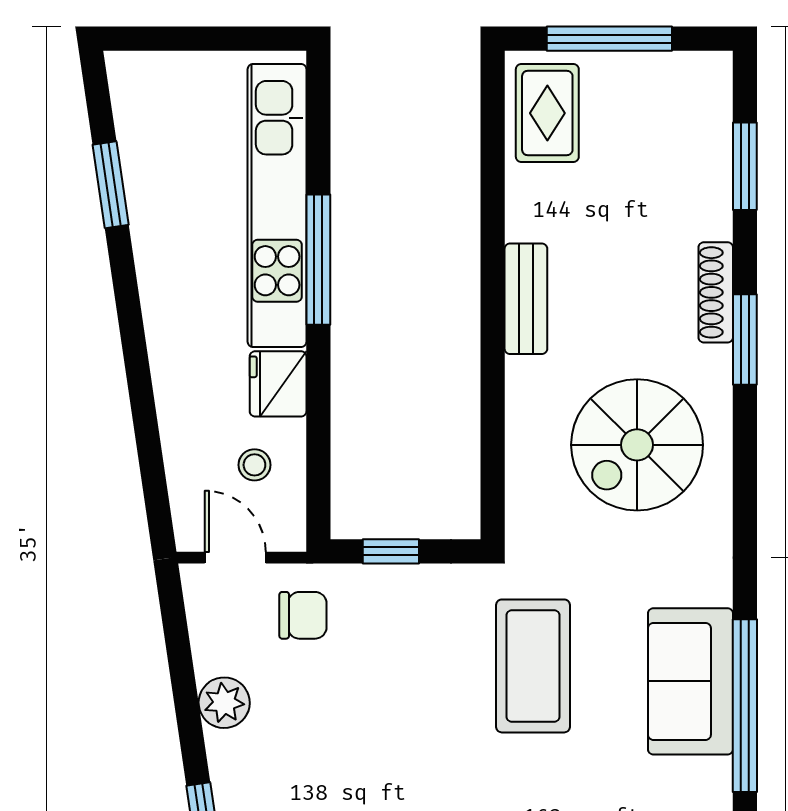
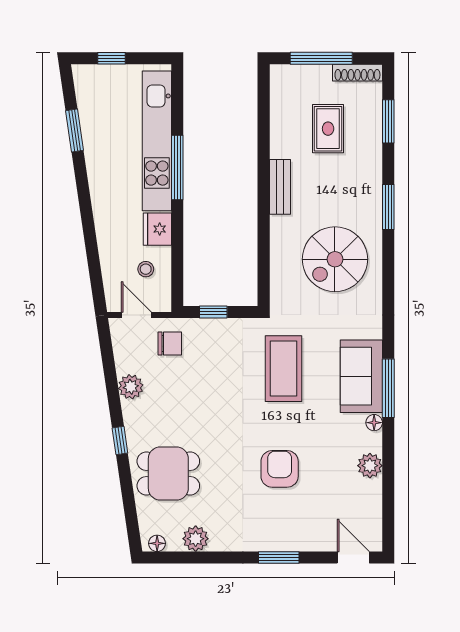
window: (185, 39) -> (112, 58), added
rug: (547, 113) -> (328, 129), moved
shoe rack: (716, 292) -> (357, 73), moved, turned -90
window: (745, 706) -> (388, 388), width x0.68
floor lamp: (716, 775) -> (374, 423), added

